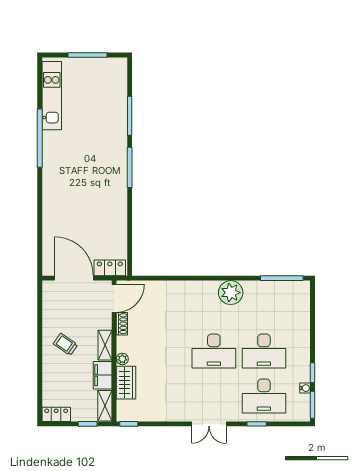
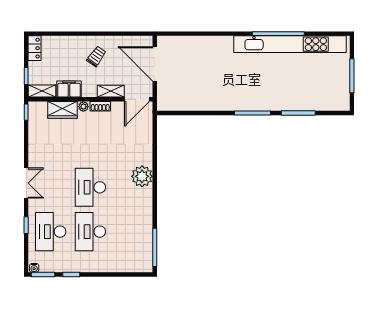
kitchen unit: (52, 96) -> (290, 44), width x1.86
locker: (110, 268) -> (164, 95), removed
door: (74, 278) -> (155, 64), swing flipped
plant: (231, 293) -> (142, 176), moved
door: (114, 298) -> (137, 99), hinge flipped
shoe rack: (122, 324) -> (100, 106), moved
shelving: (105, 345) -> (111, 91), moved
water cooler: (305, 388) -> (34, 268), moved
double door: (209, 424) -> (26, 183), swing flipped

